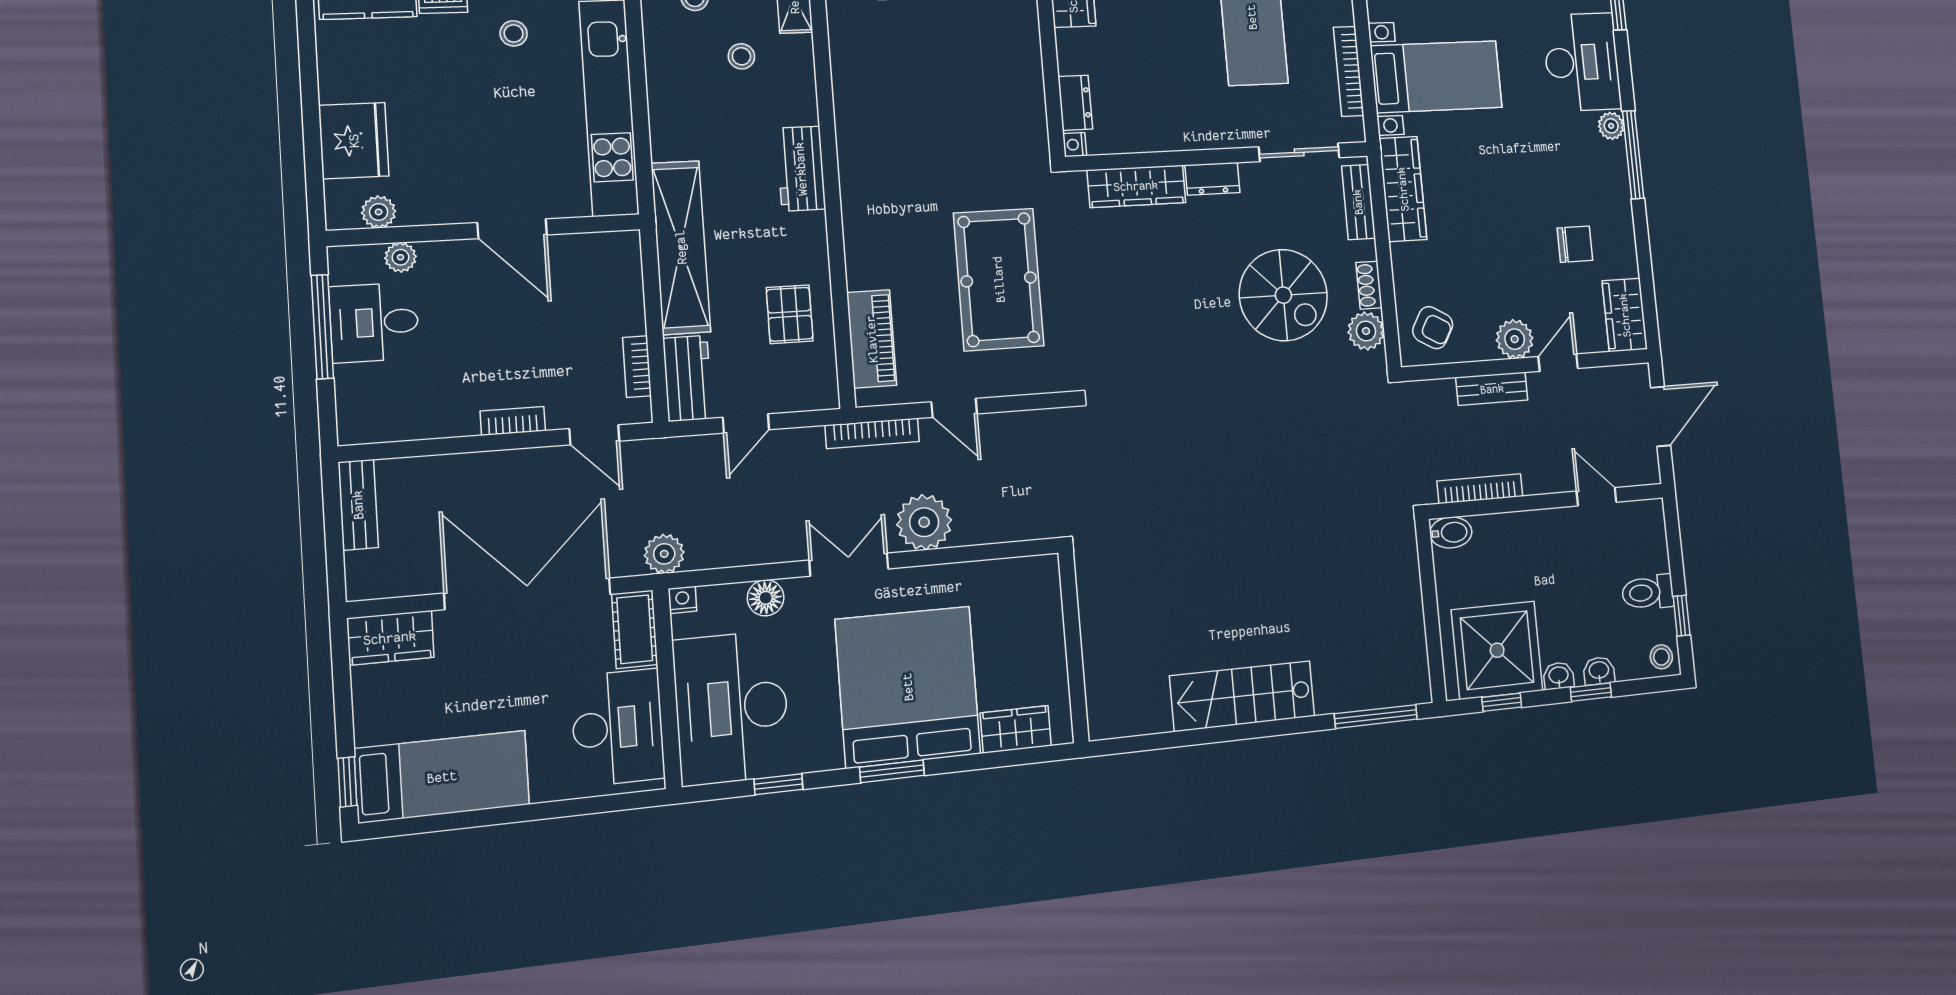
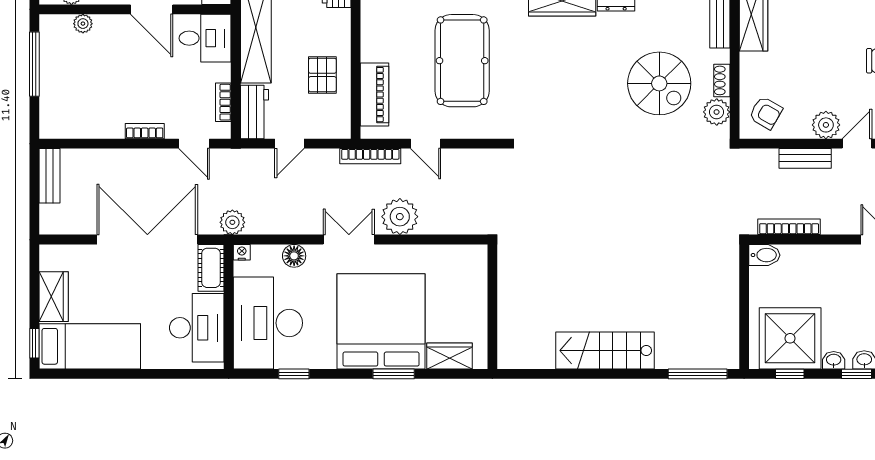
desk: (374, 322) -> (205, 38), moved, turned 180
wardrobe: (390, 638) -> (54, 297), moved, turned -90
window: (892, 771) -> (394, 374), moved

